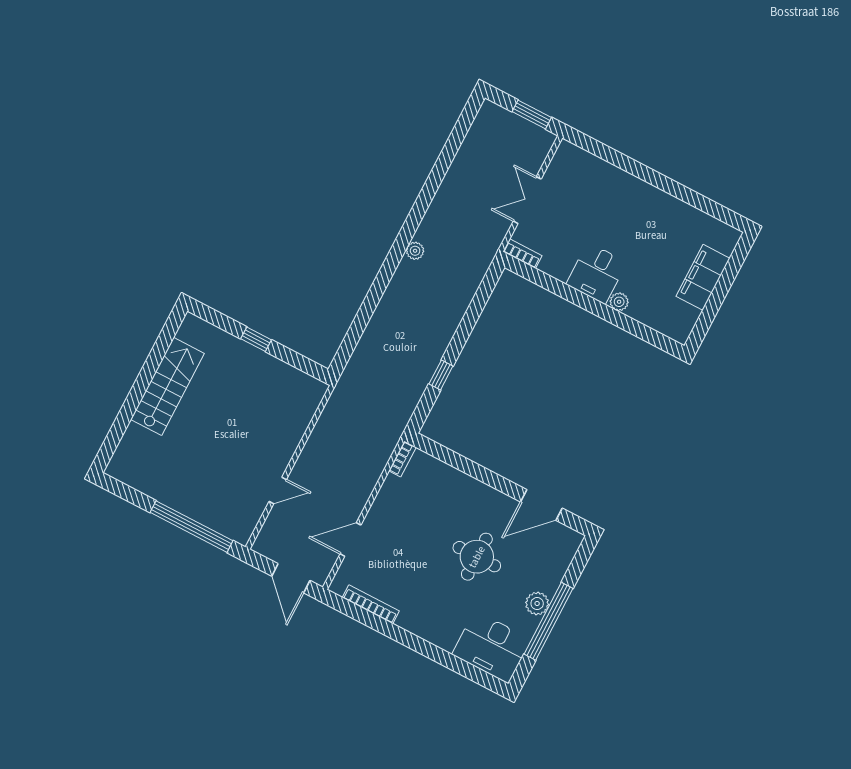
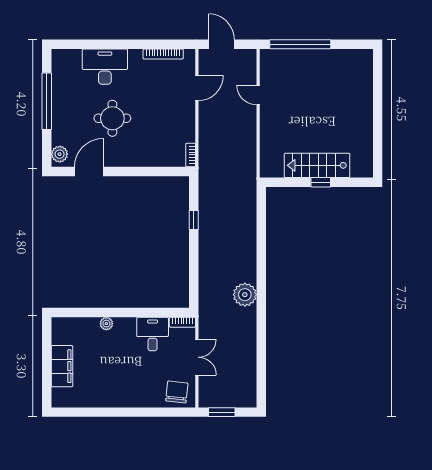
chair: (575, 169) -> (177, 392), added
plant: (415, 251) -> (245, 295), width x1.88, depth x1.88
desk: (596, 273) -> (153, 334), moved
stairs: (168, 386) -> (317, 165), moved, turned 90
door: (278, 490) -> (258, 95), hinge flipped
plant: (537, 603) -> (60, 154), moved
desk: (492, 647) -> (105, 67), moved

